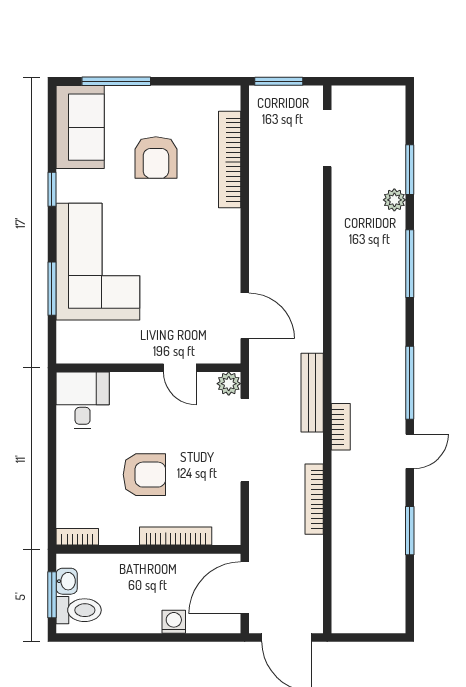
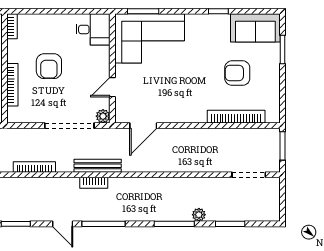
window: (116, 81) -> (283, 49), width x0.69
plant: (394, 200) -> (199, 215), moved
corner sofa: (98, 262) -> (150, 38), moved
window: (52, 289) -> (143, 11), moved
bookcase: (341, 427) -> (94, 183), moved

